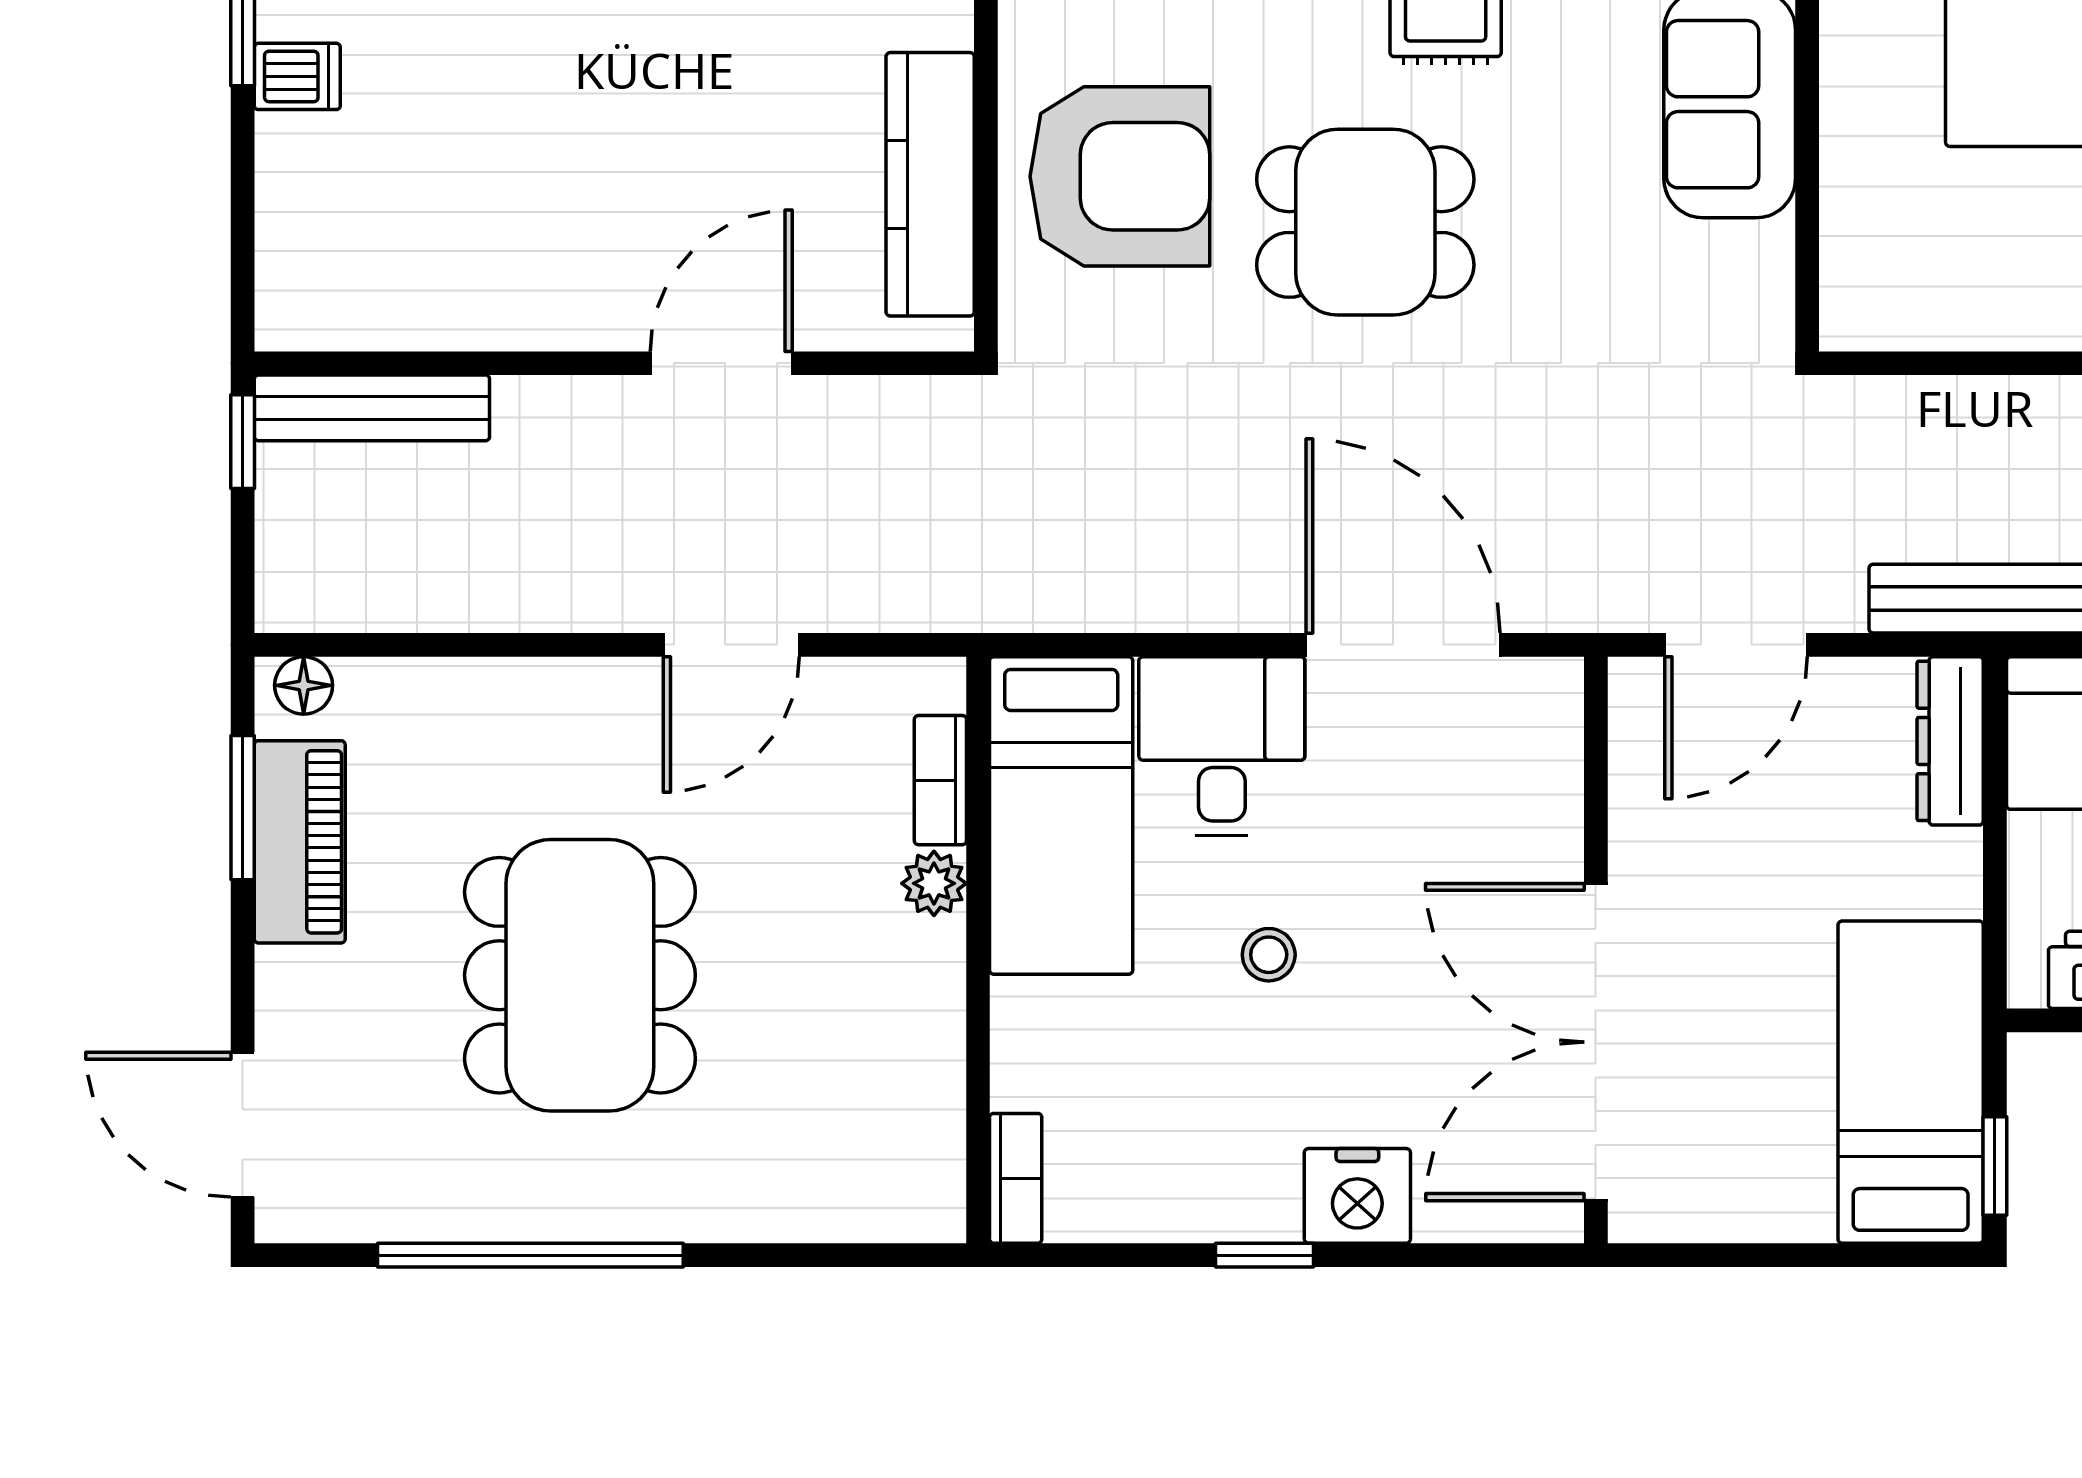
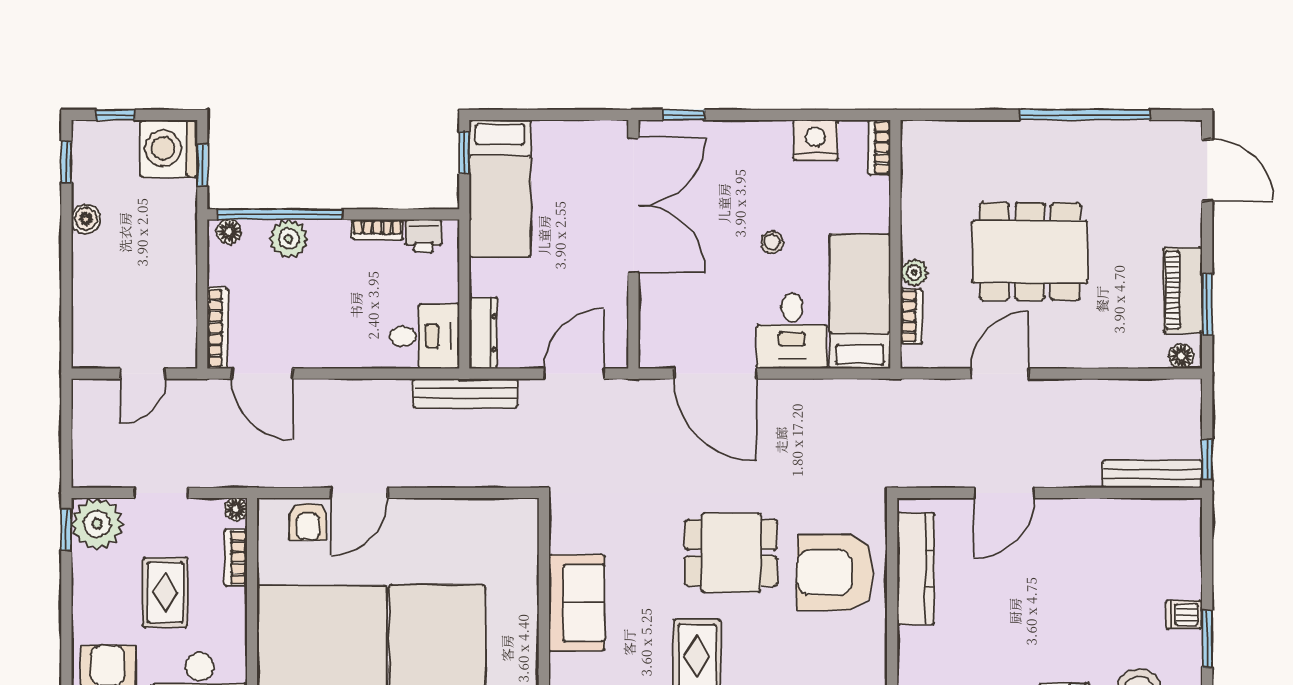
dining table: (580, 975) -> (1030, 252), moved, turned 90
nightstand: (1357, 1196) -> (816, 140), moved
window: (1265, 1255) -> (684, 115), moved

